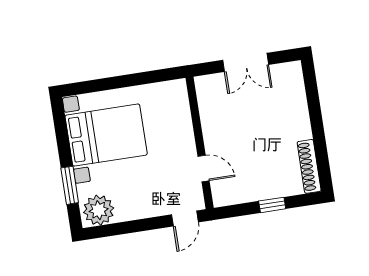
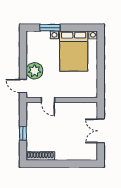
door: (204, 168) -> (48, 100), hinge flipped
plant: (99, 210) -> (34, 71), moved

